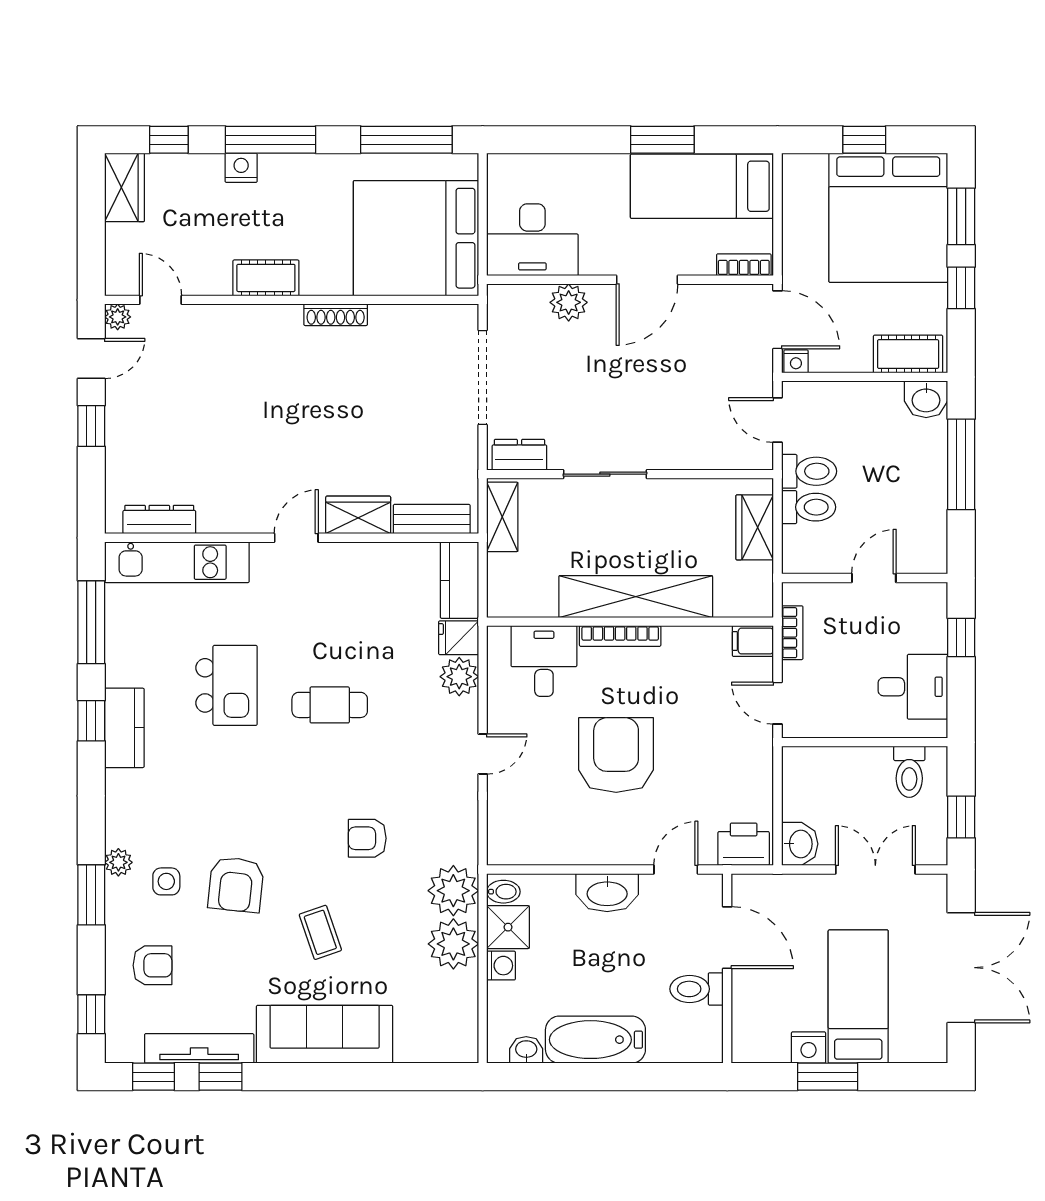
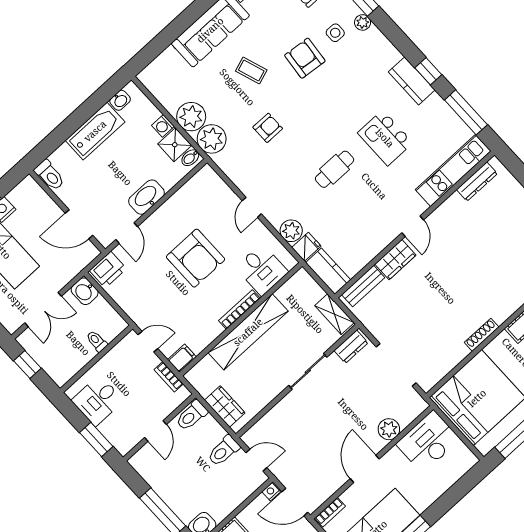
toilet: (809, 507) -> (192, 415), moved
window: (961, 638) -> (96, 440), width x1.50
toilet: (909, 772) -> (97, 341), moved, width x0.73, depth x0.72
toilet: (697, 989) -> (50, 175), moved, turned 90

